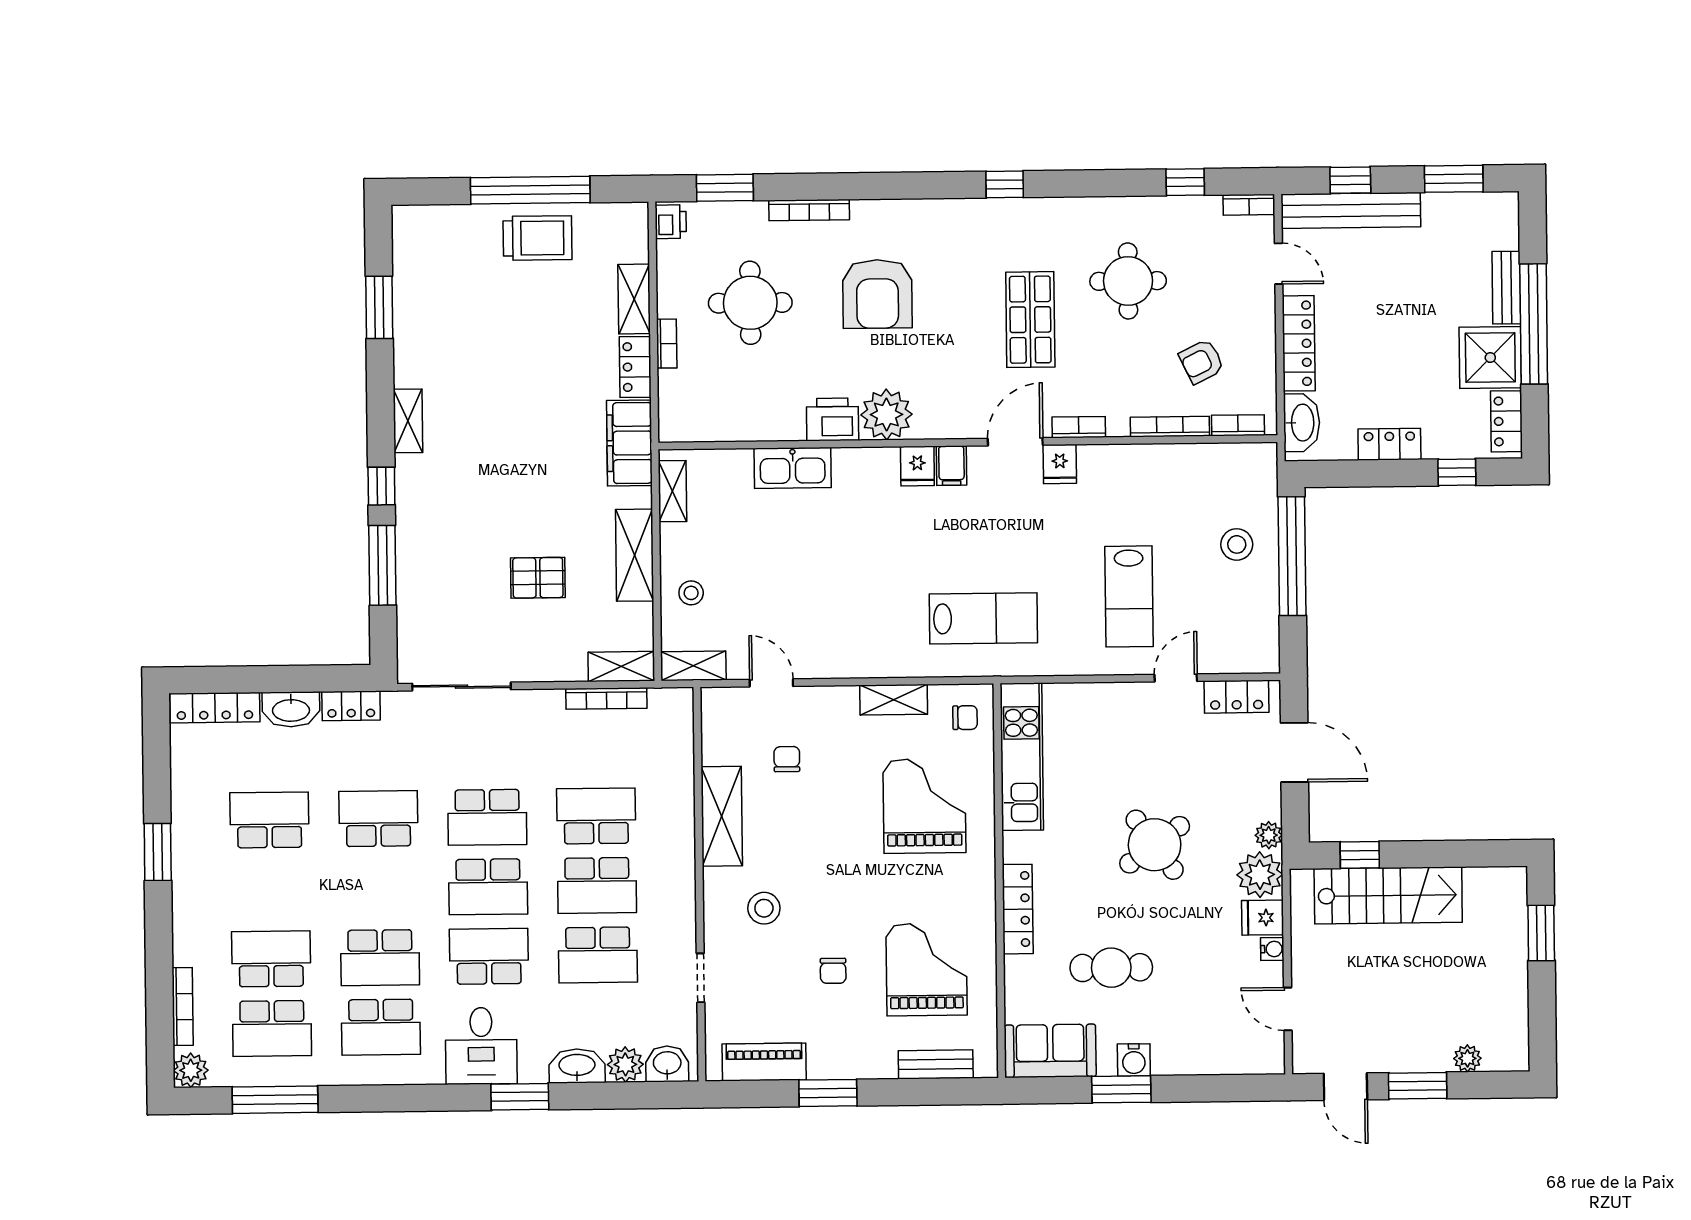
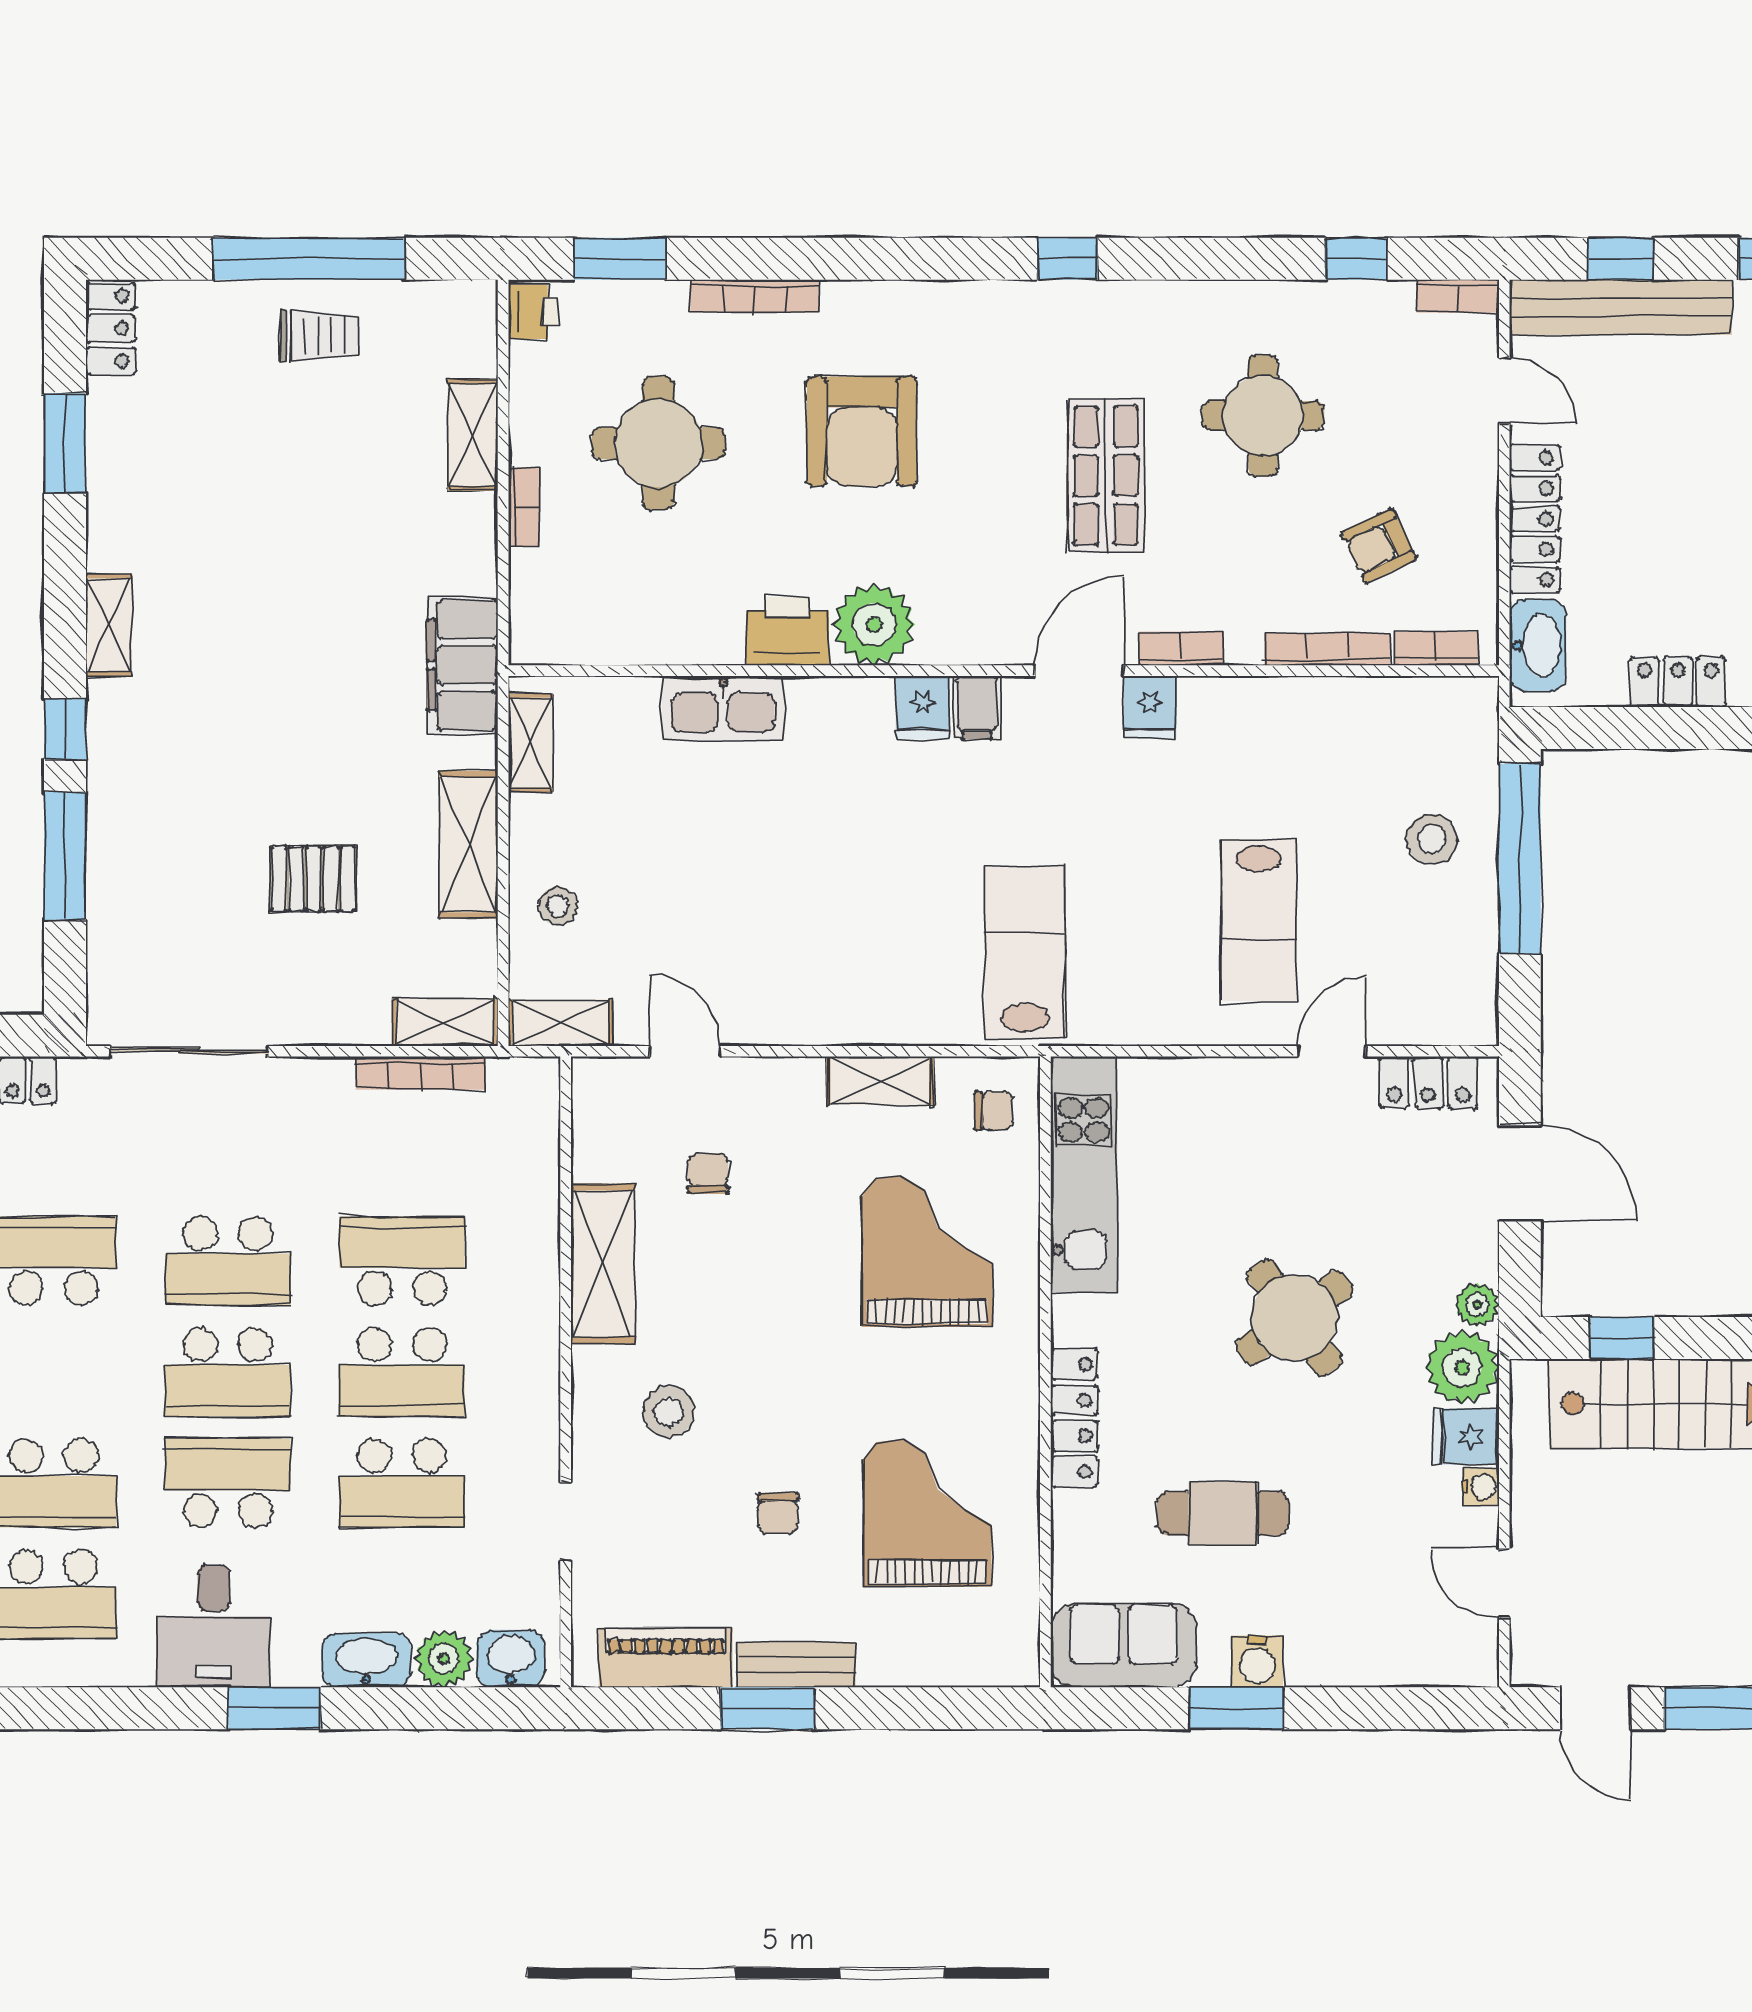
trolley: (538, 238) -> (319, 335), width x0.73, depth x0.72
locker: (635, 367) -> (111, 328), moved, turned 180
lab bench: (983, 618) -> (1025, 952), turned -90
bench: (936, 1064) -> (796, 1665), moved

